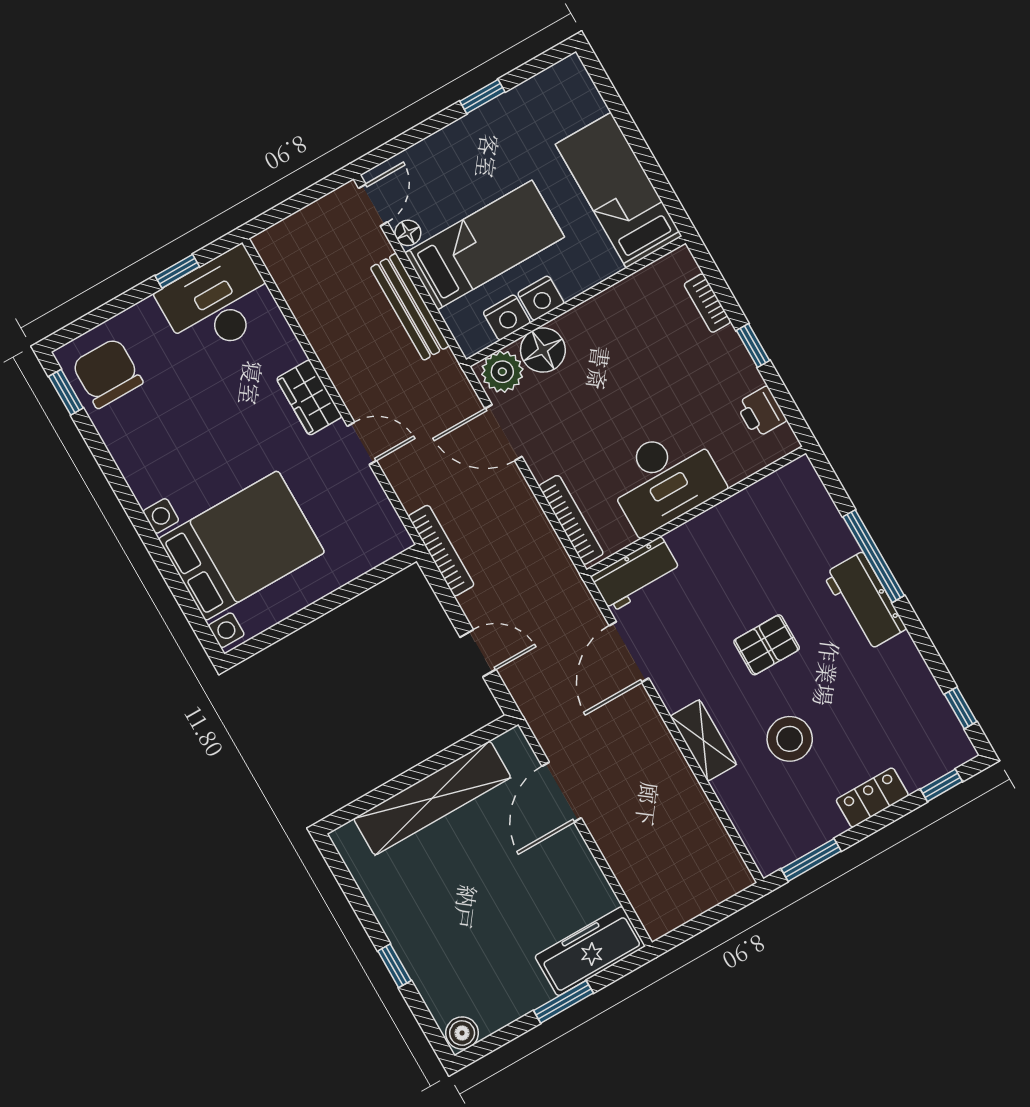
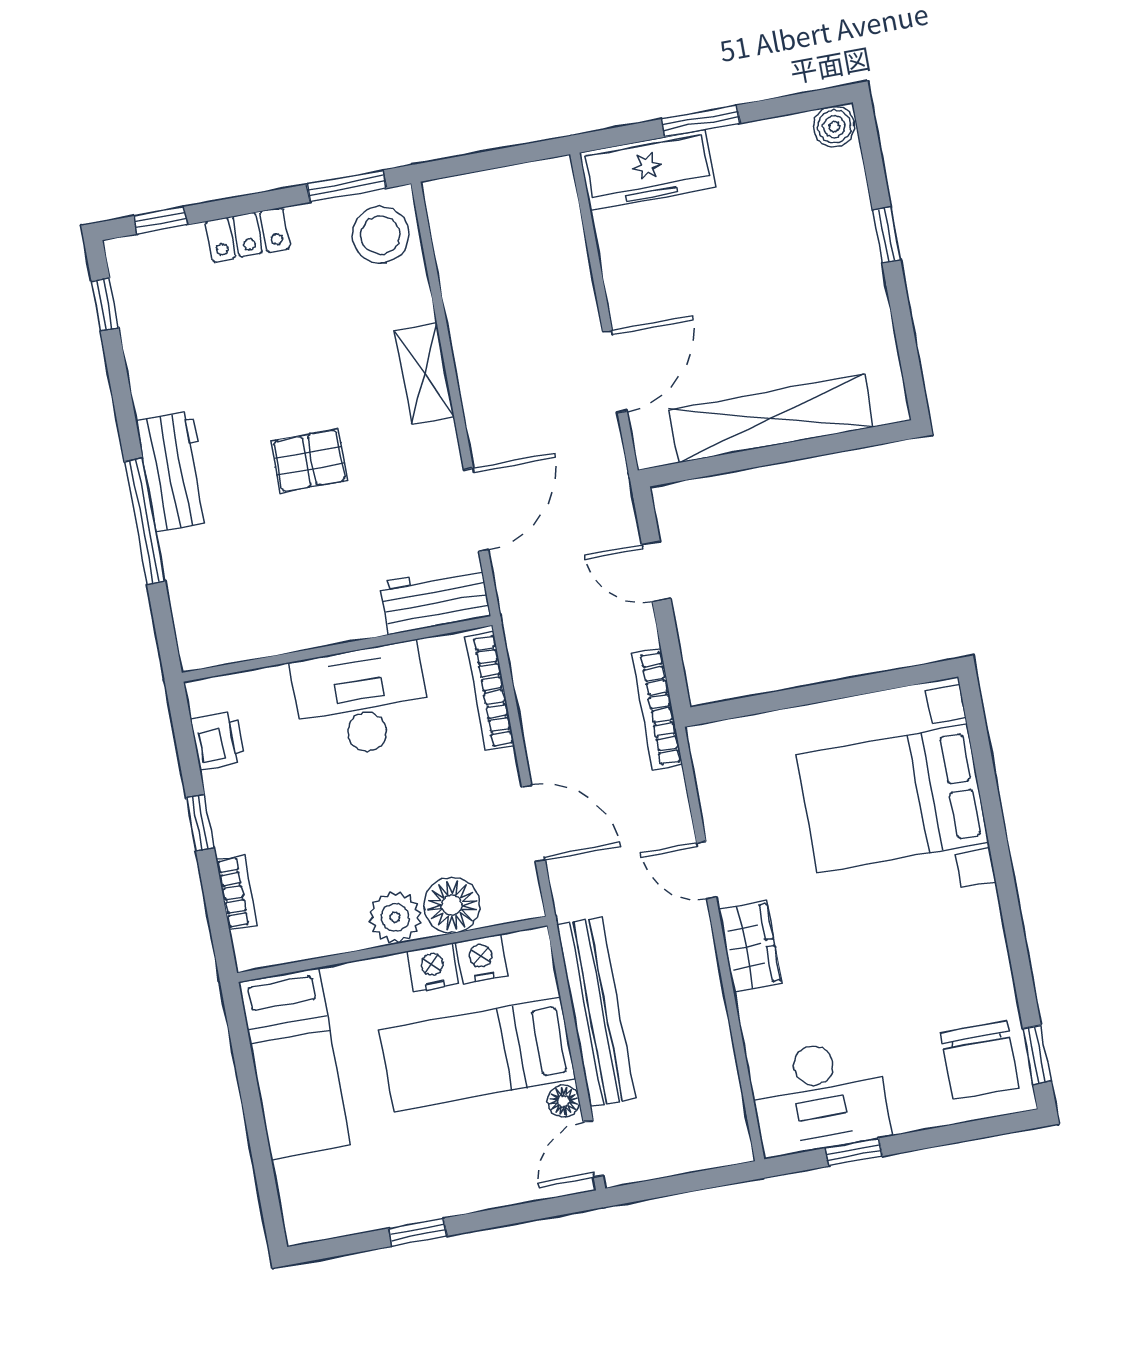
bench: (410, 307) -> (596, 1012), width x1.37, depth x1.21
plant: (502, 372) -> (395, 917), moved
stool: (790, 739) -> (381, 235), moved

